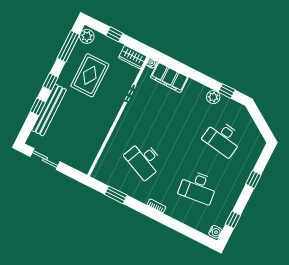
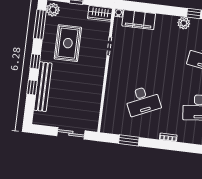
sliding door: (45, 159) -> (71, 133), moved
desk: (144, 160) -> (143, 101), turned -48

